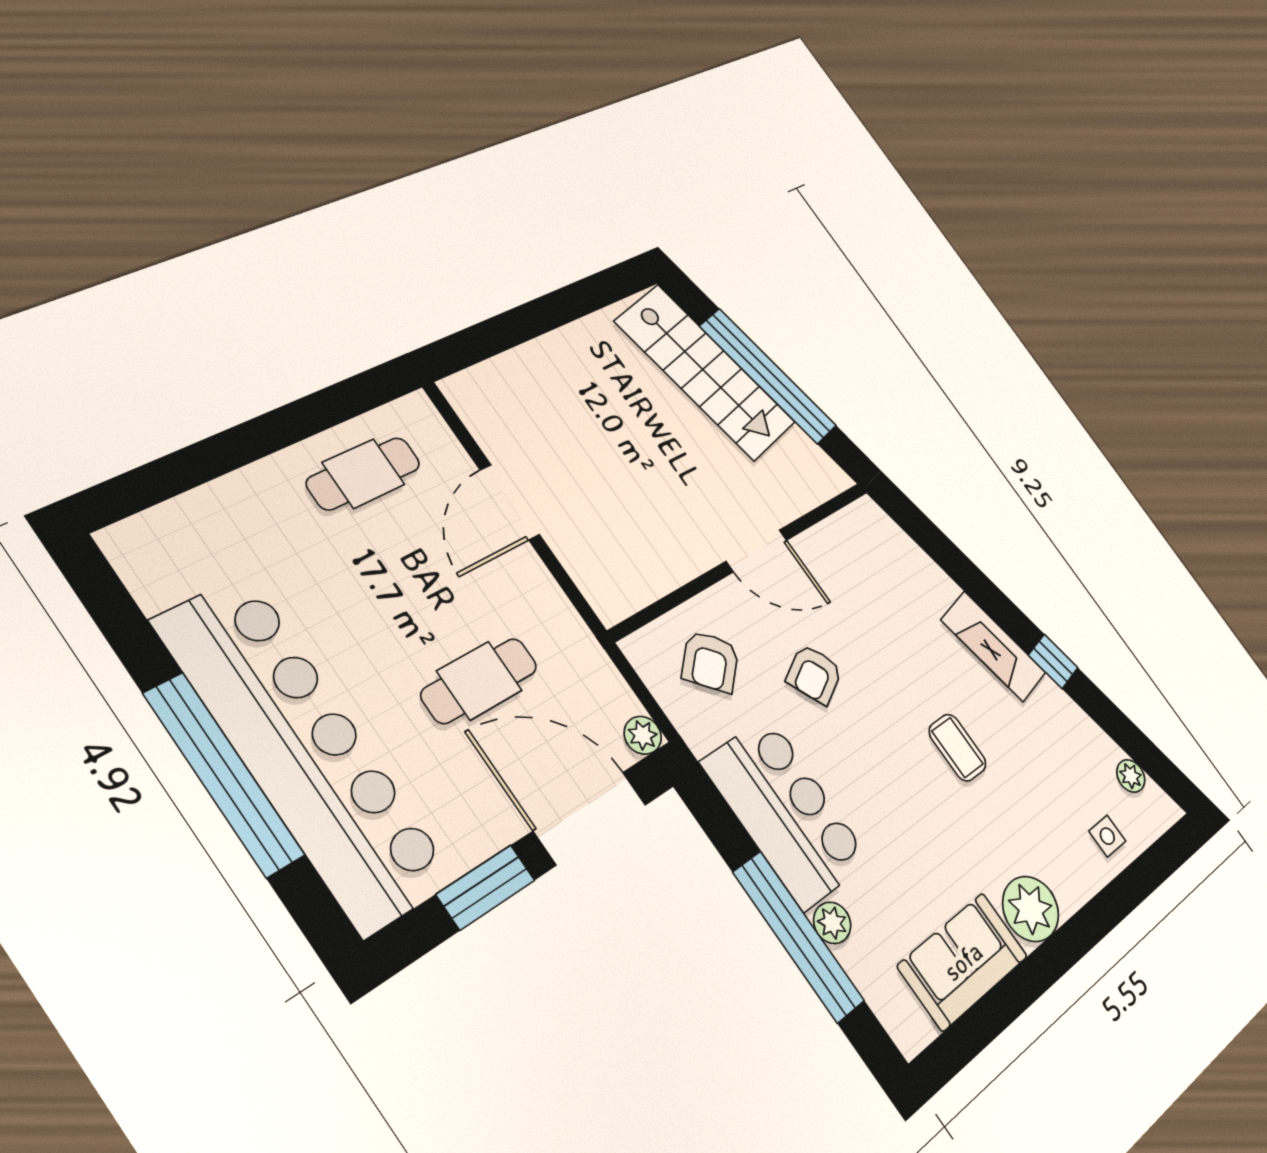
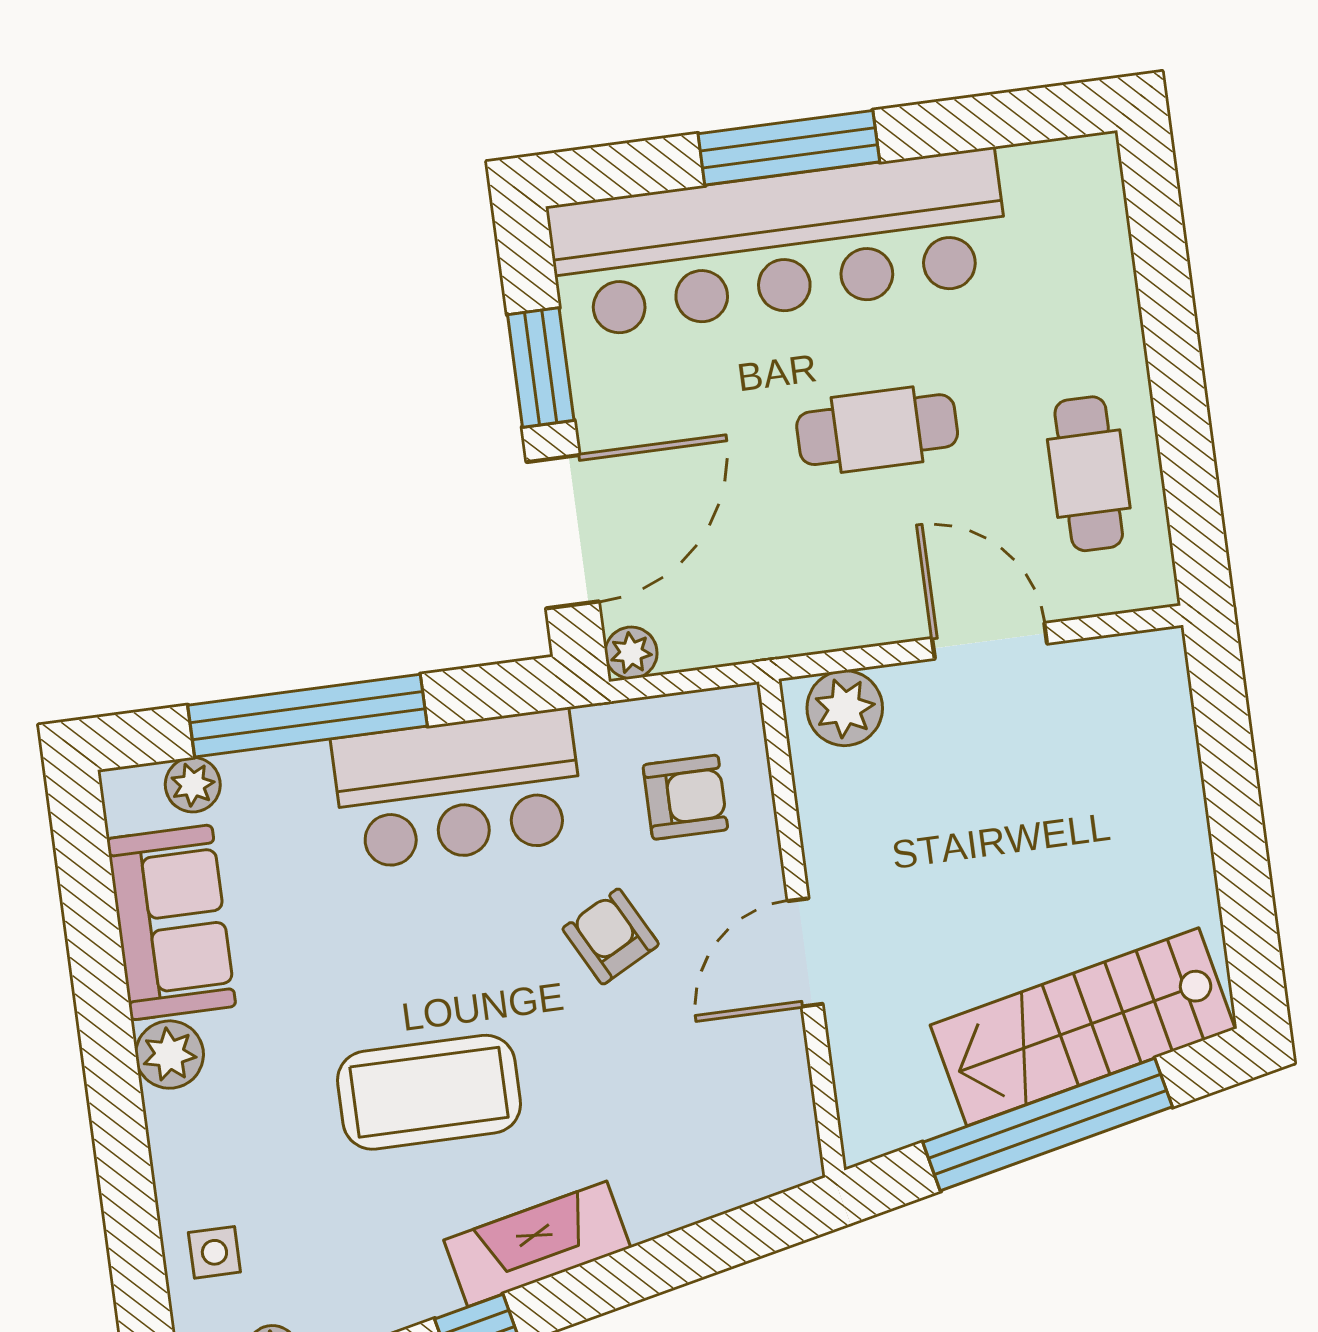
plant: (602, 580) -> (845, 708), added
armchair: (710, 661) -> (685, 797), turned 133
cafe table: (479, 681) -> (877, 430), moved, turned 90
coffee table: (958, 748) -> (429, 1092), width x1.86, depth x1.72
window: (224, 774) -> (789, 148), width x0.68
plant: (1031, 909) -> (169, 1055), width x0.73, depth x0.73
plant: (832, 923) -> (193, 785), moved

